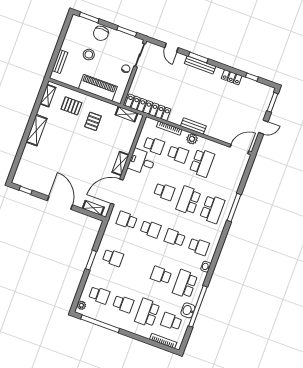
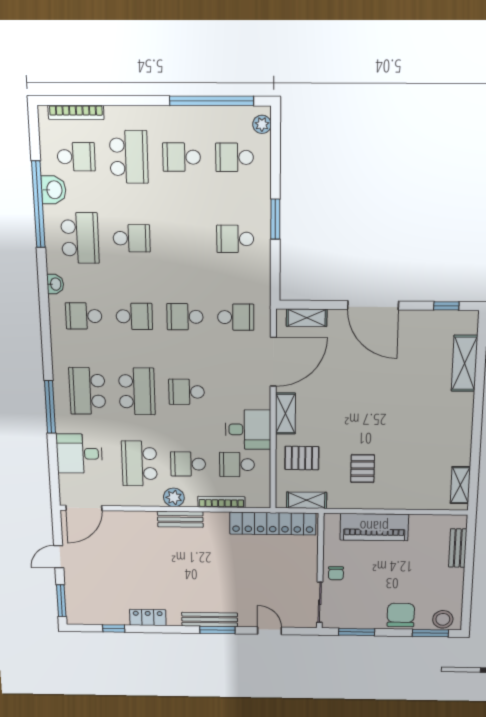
stool: (89, 55) -> (443, 619), moved
pallet: (71, 106) -> (302, 458), moved
shelving: (36, 130) -> (464, 363), moved
desk: (230, 179) -> (79, 454), added

